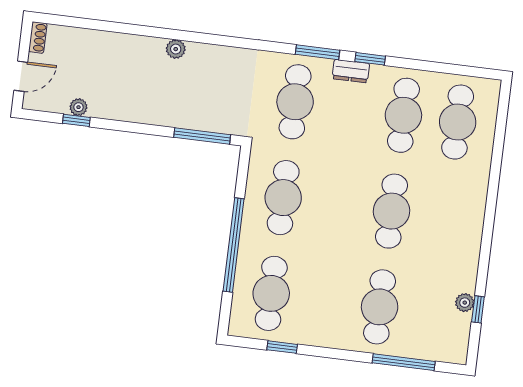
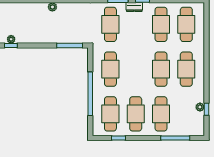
cafe table: (446, 218) -> (186, 69), added
cafe table: (325, 300) -> (136, 114), added

